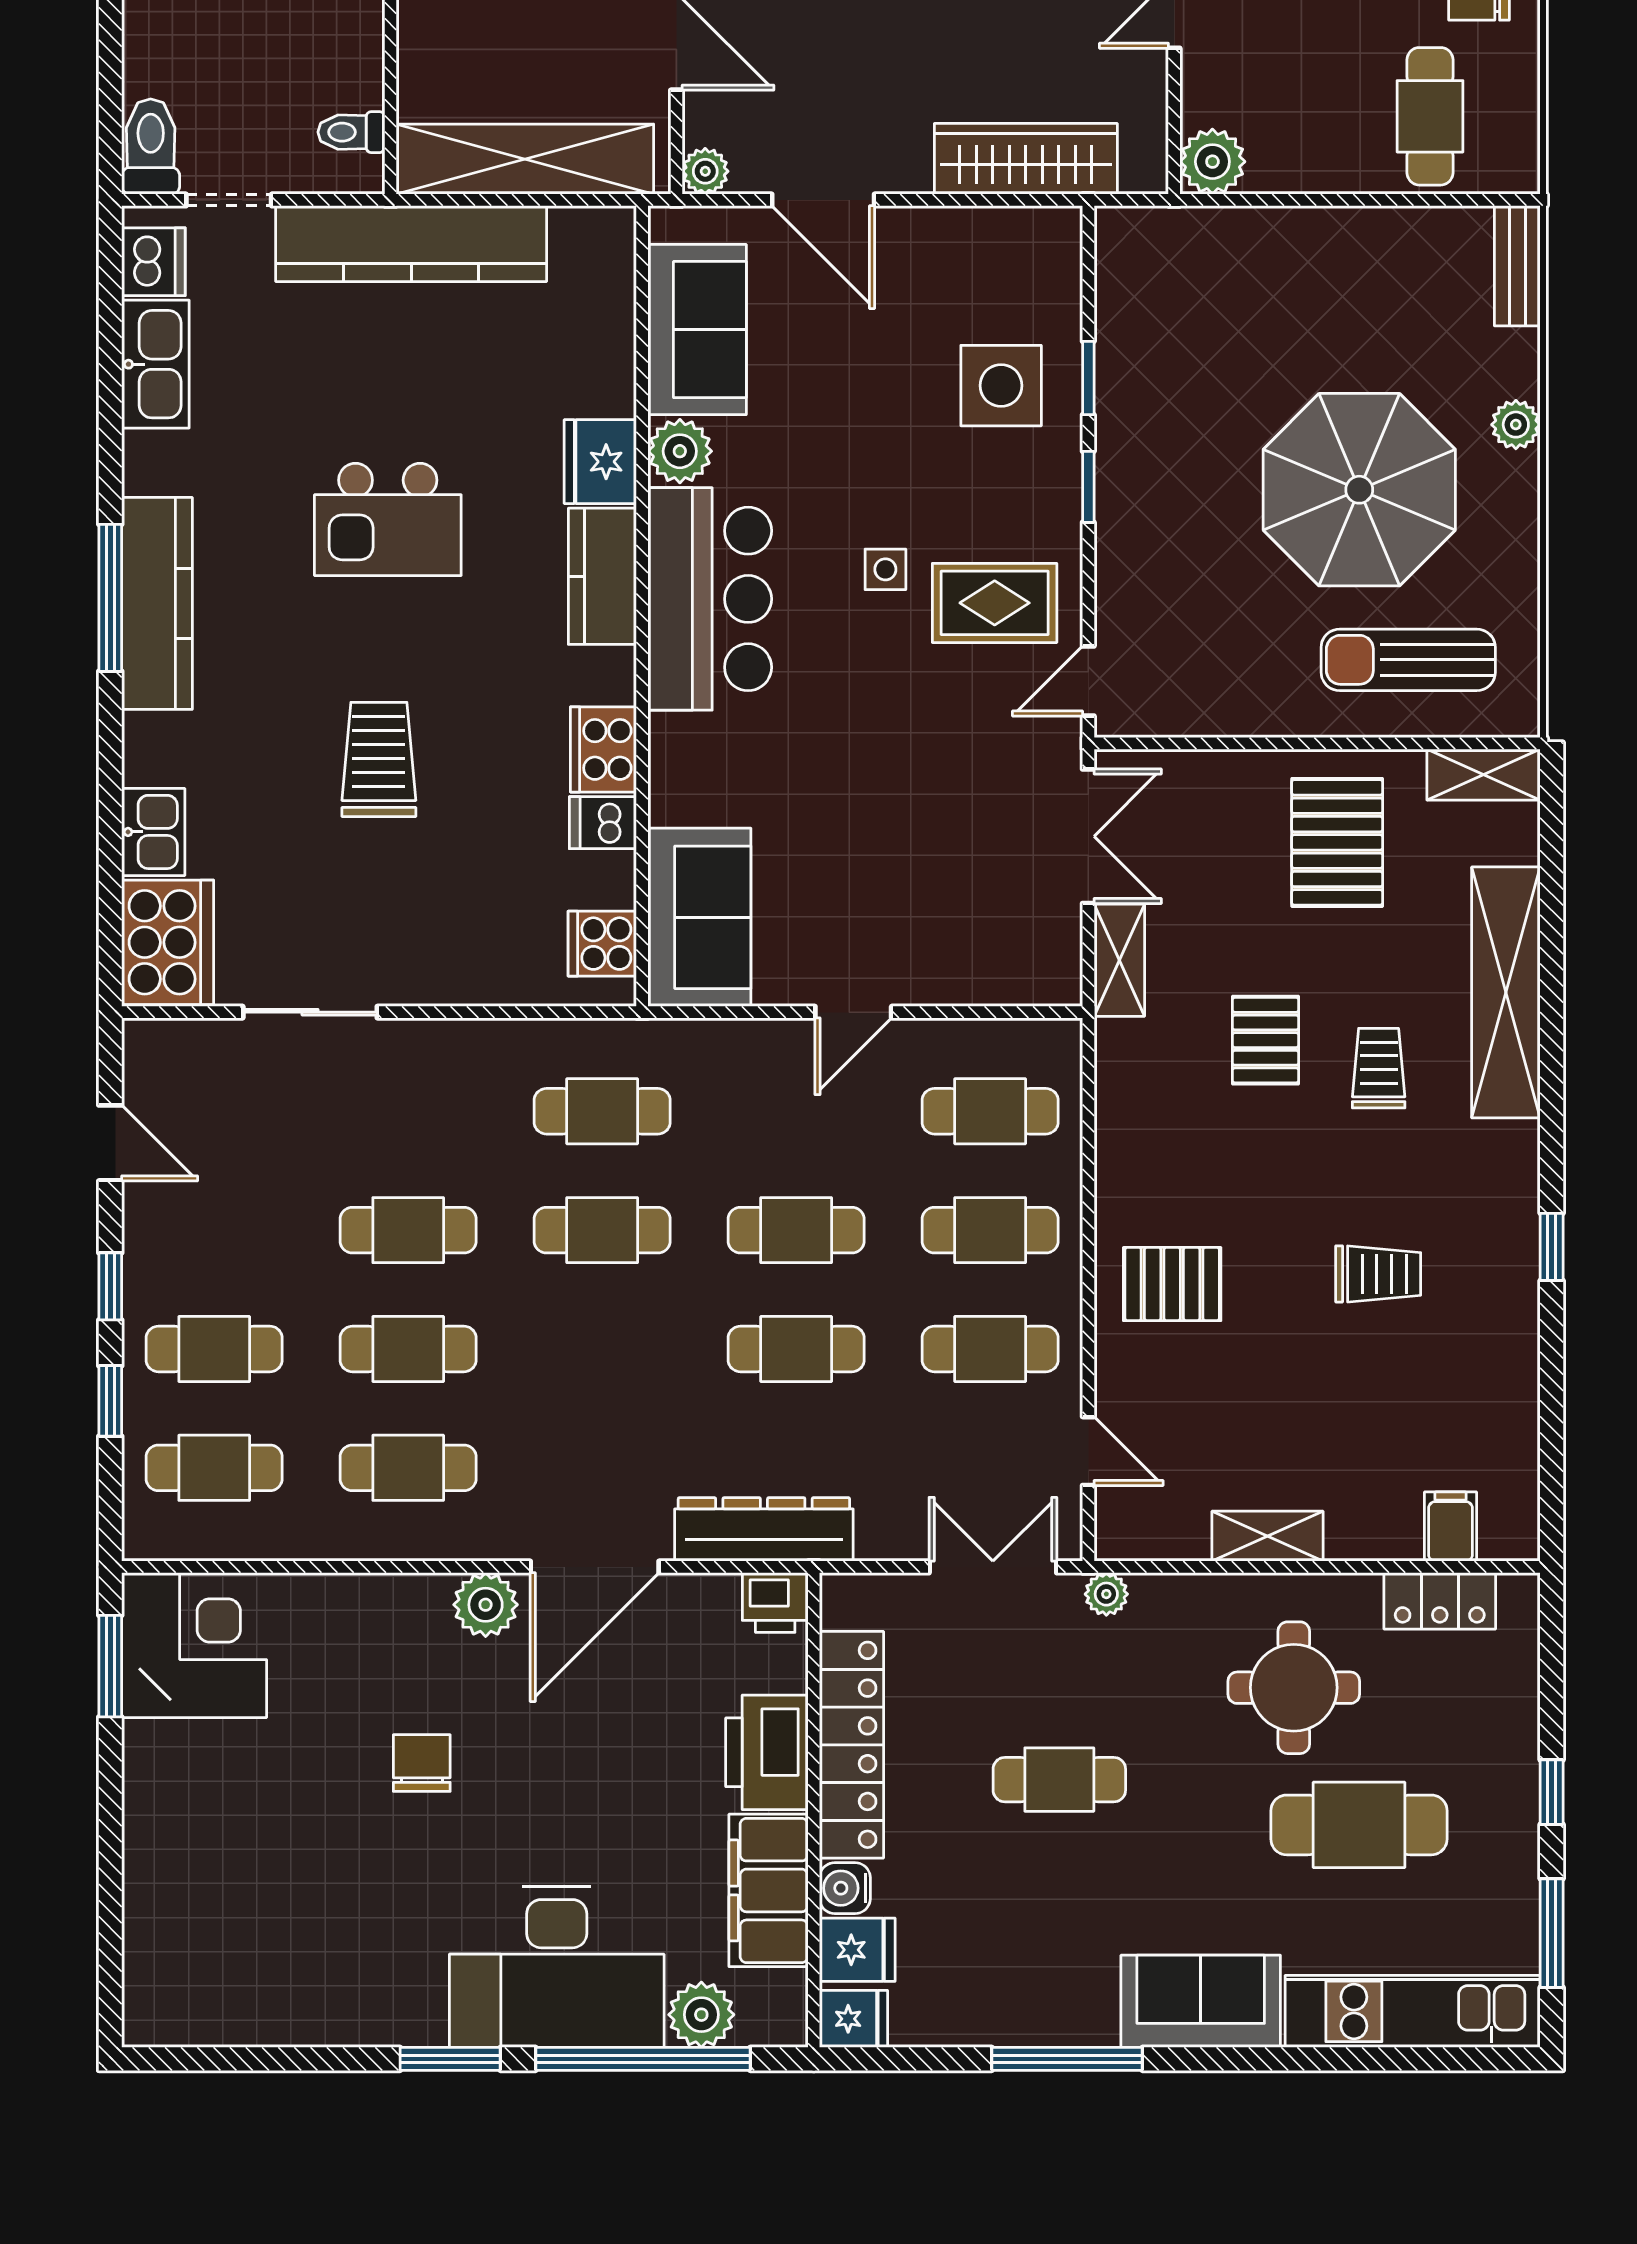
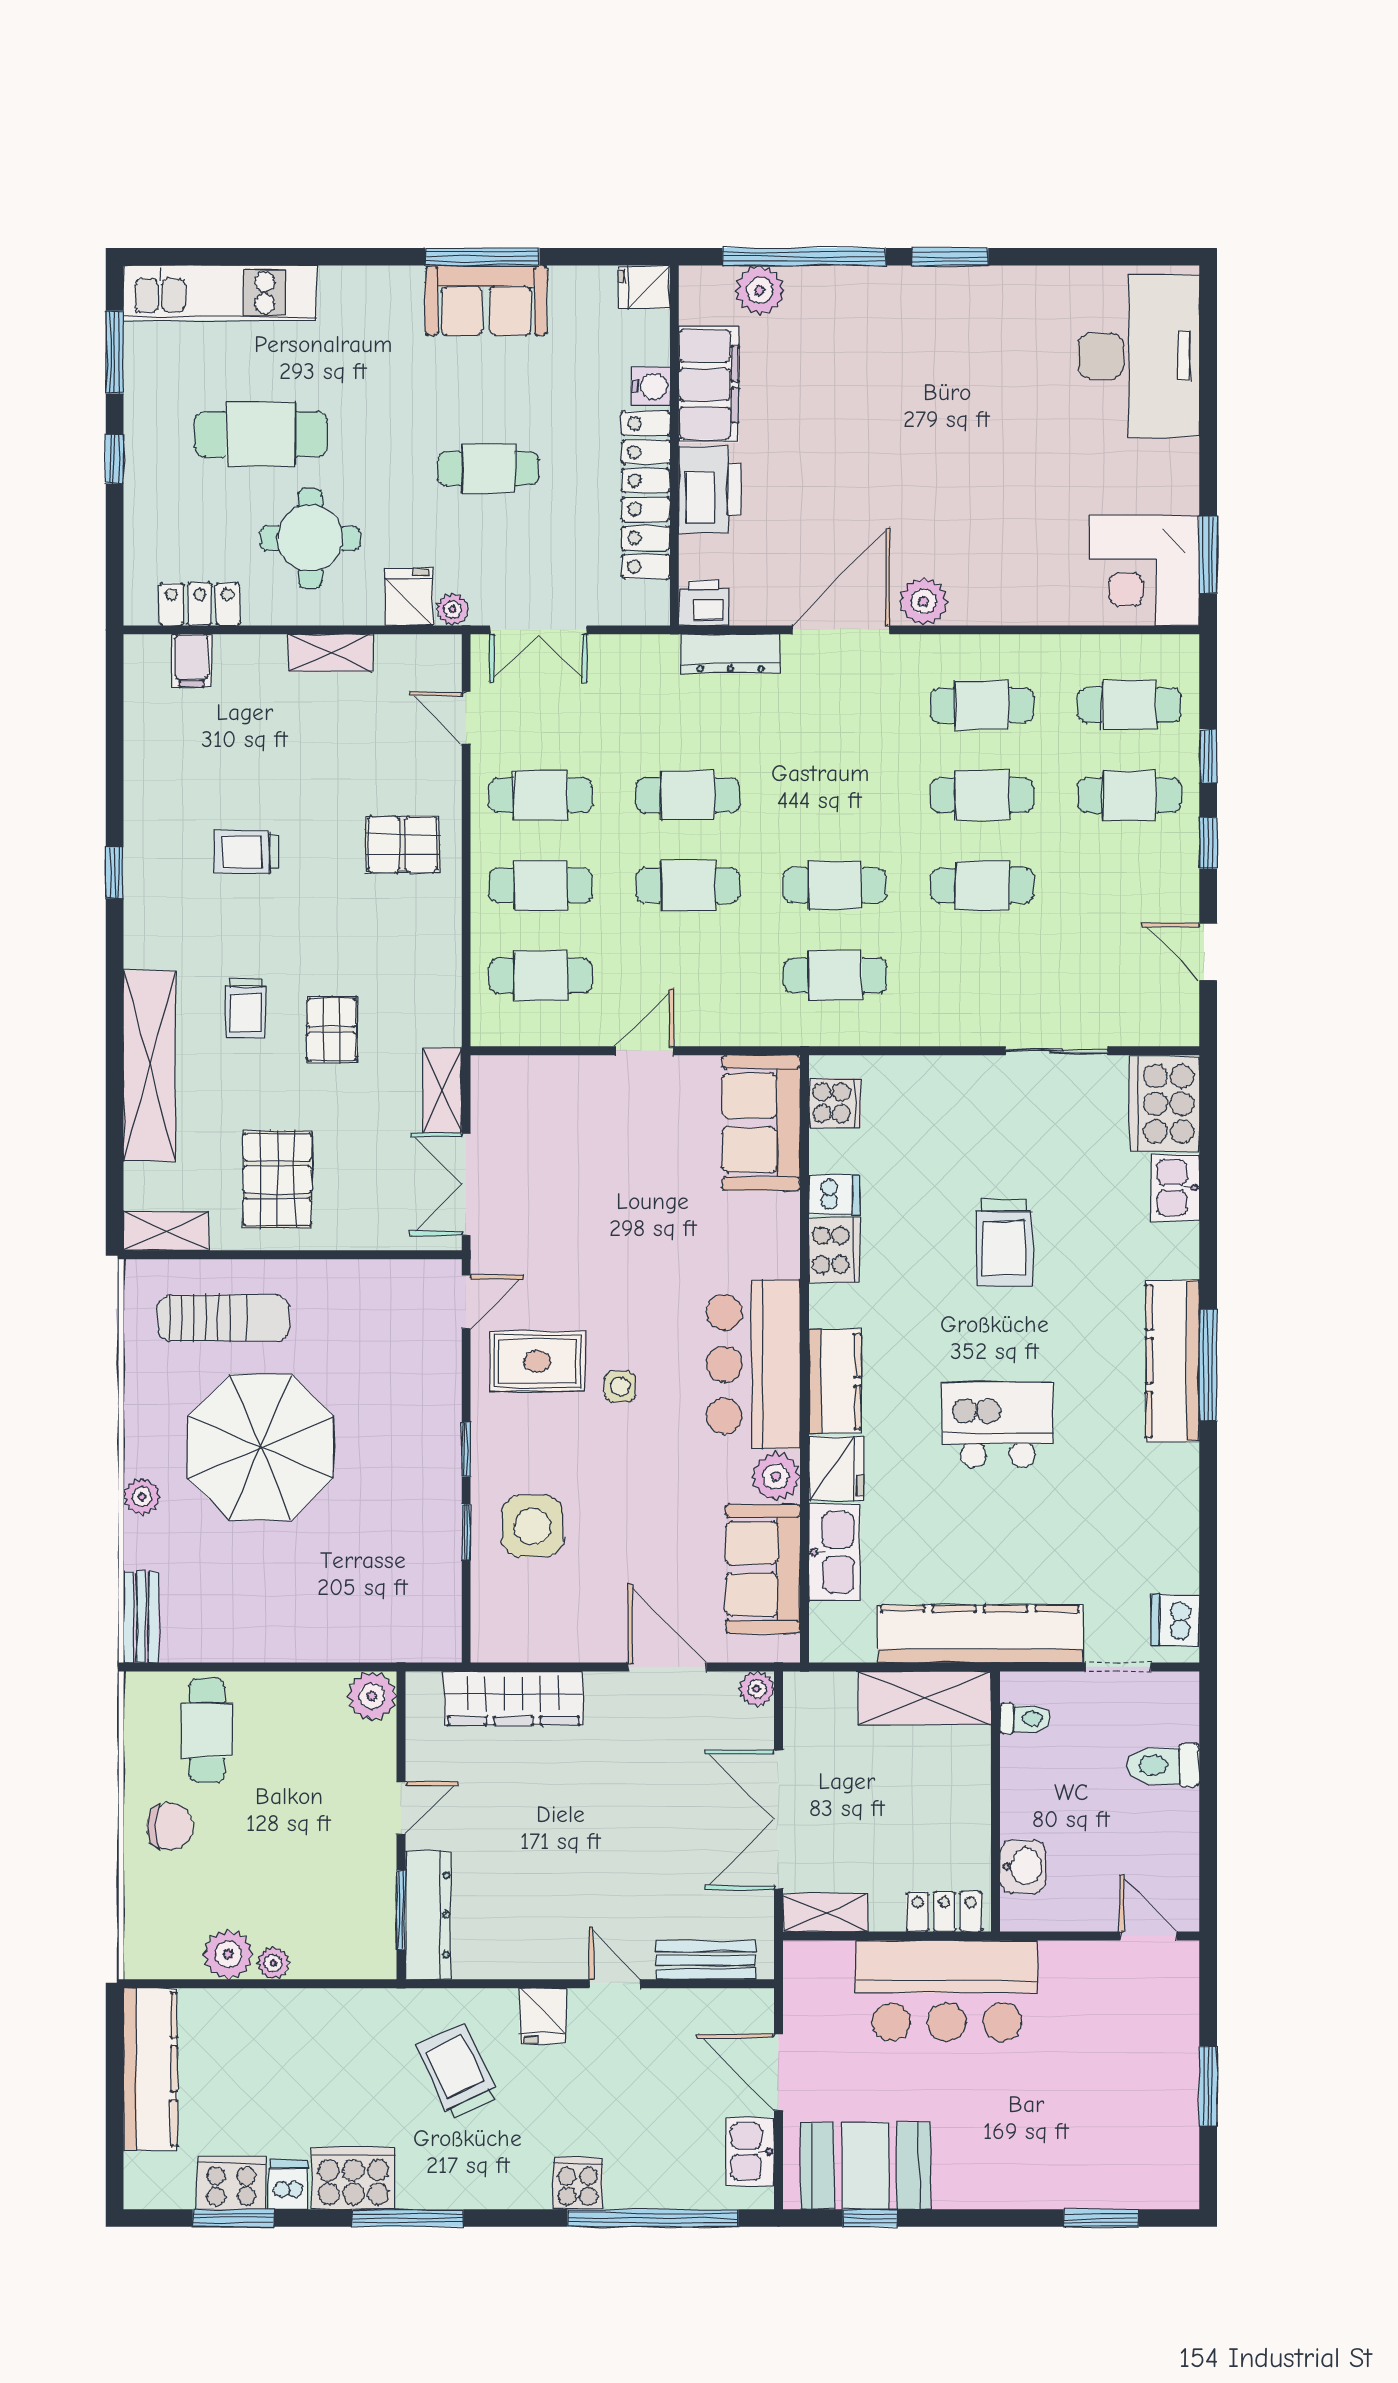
toilet: (151, 147) -> (1163, 1765), moved, turned 90
shelving: (525, 159) -> (925, 1698), width x0.68
kitchen sink: (155, 364) -> (834, 1552), moved, turned 180
dresser: (764, 1529) -> (730, 654), width x0.73, depth x0.80
chair: (422, 1763) -> (972, 481), removed
fridge: (857, 1950) -> (409, 597), moved, turned 90
desk: (557, 1967) -> (1138, 356), moved, turned 90
sofa: (1201, 2001) -> (486, 300), moved

